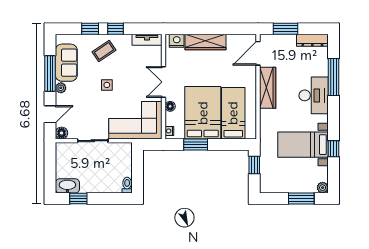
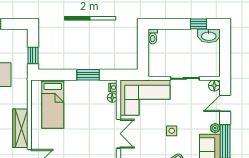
floor lamp: (170, 106) -> (112, 98), moved
bed: (203, 113) -> (81, 105), removed

